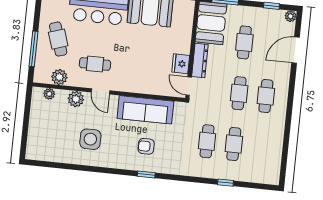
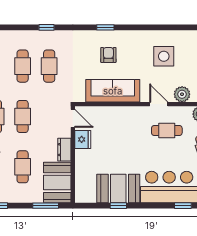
dresser: (200, 61) -> (64, 150), width x0.70
armchair: (146, 146) -> (108, 55), turned -90
window: (225, 183) -> (46, 27), moved

